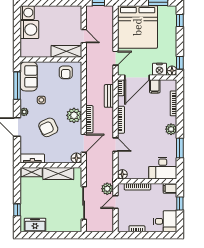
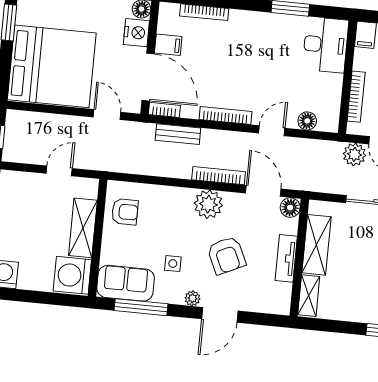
washing machine: (29, 30) -> (72, 275), moved, turned -90
shelving: (66, 51) -> (83, 228), moved
plant: (171, 129) -> (253, 22), removed
tv unit: (32, 159) -> (286, 258), moved
floor lamp: (122, 174) -> (307, 121), moved

